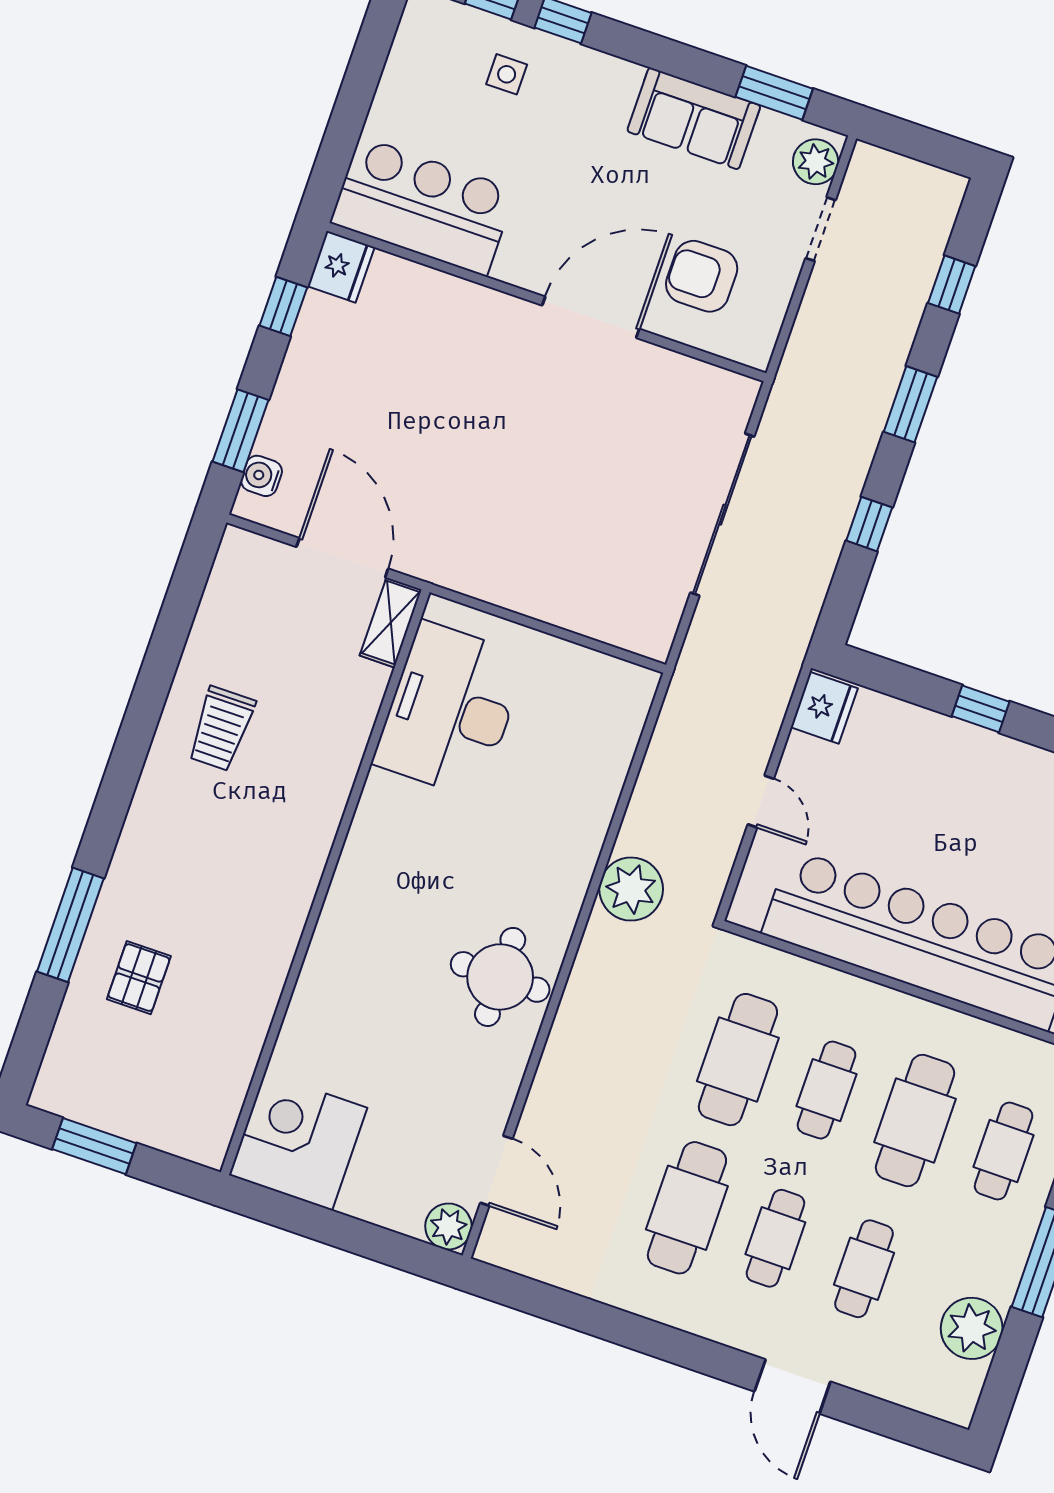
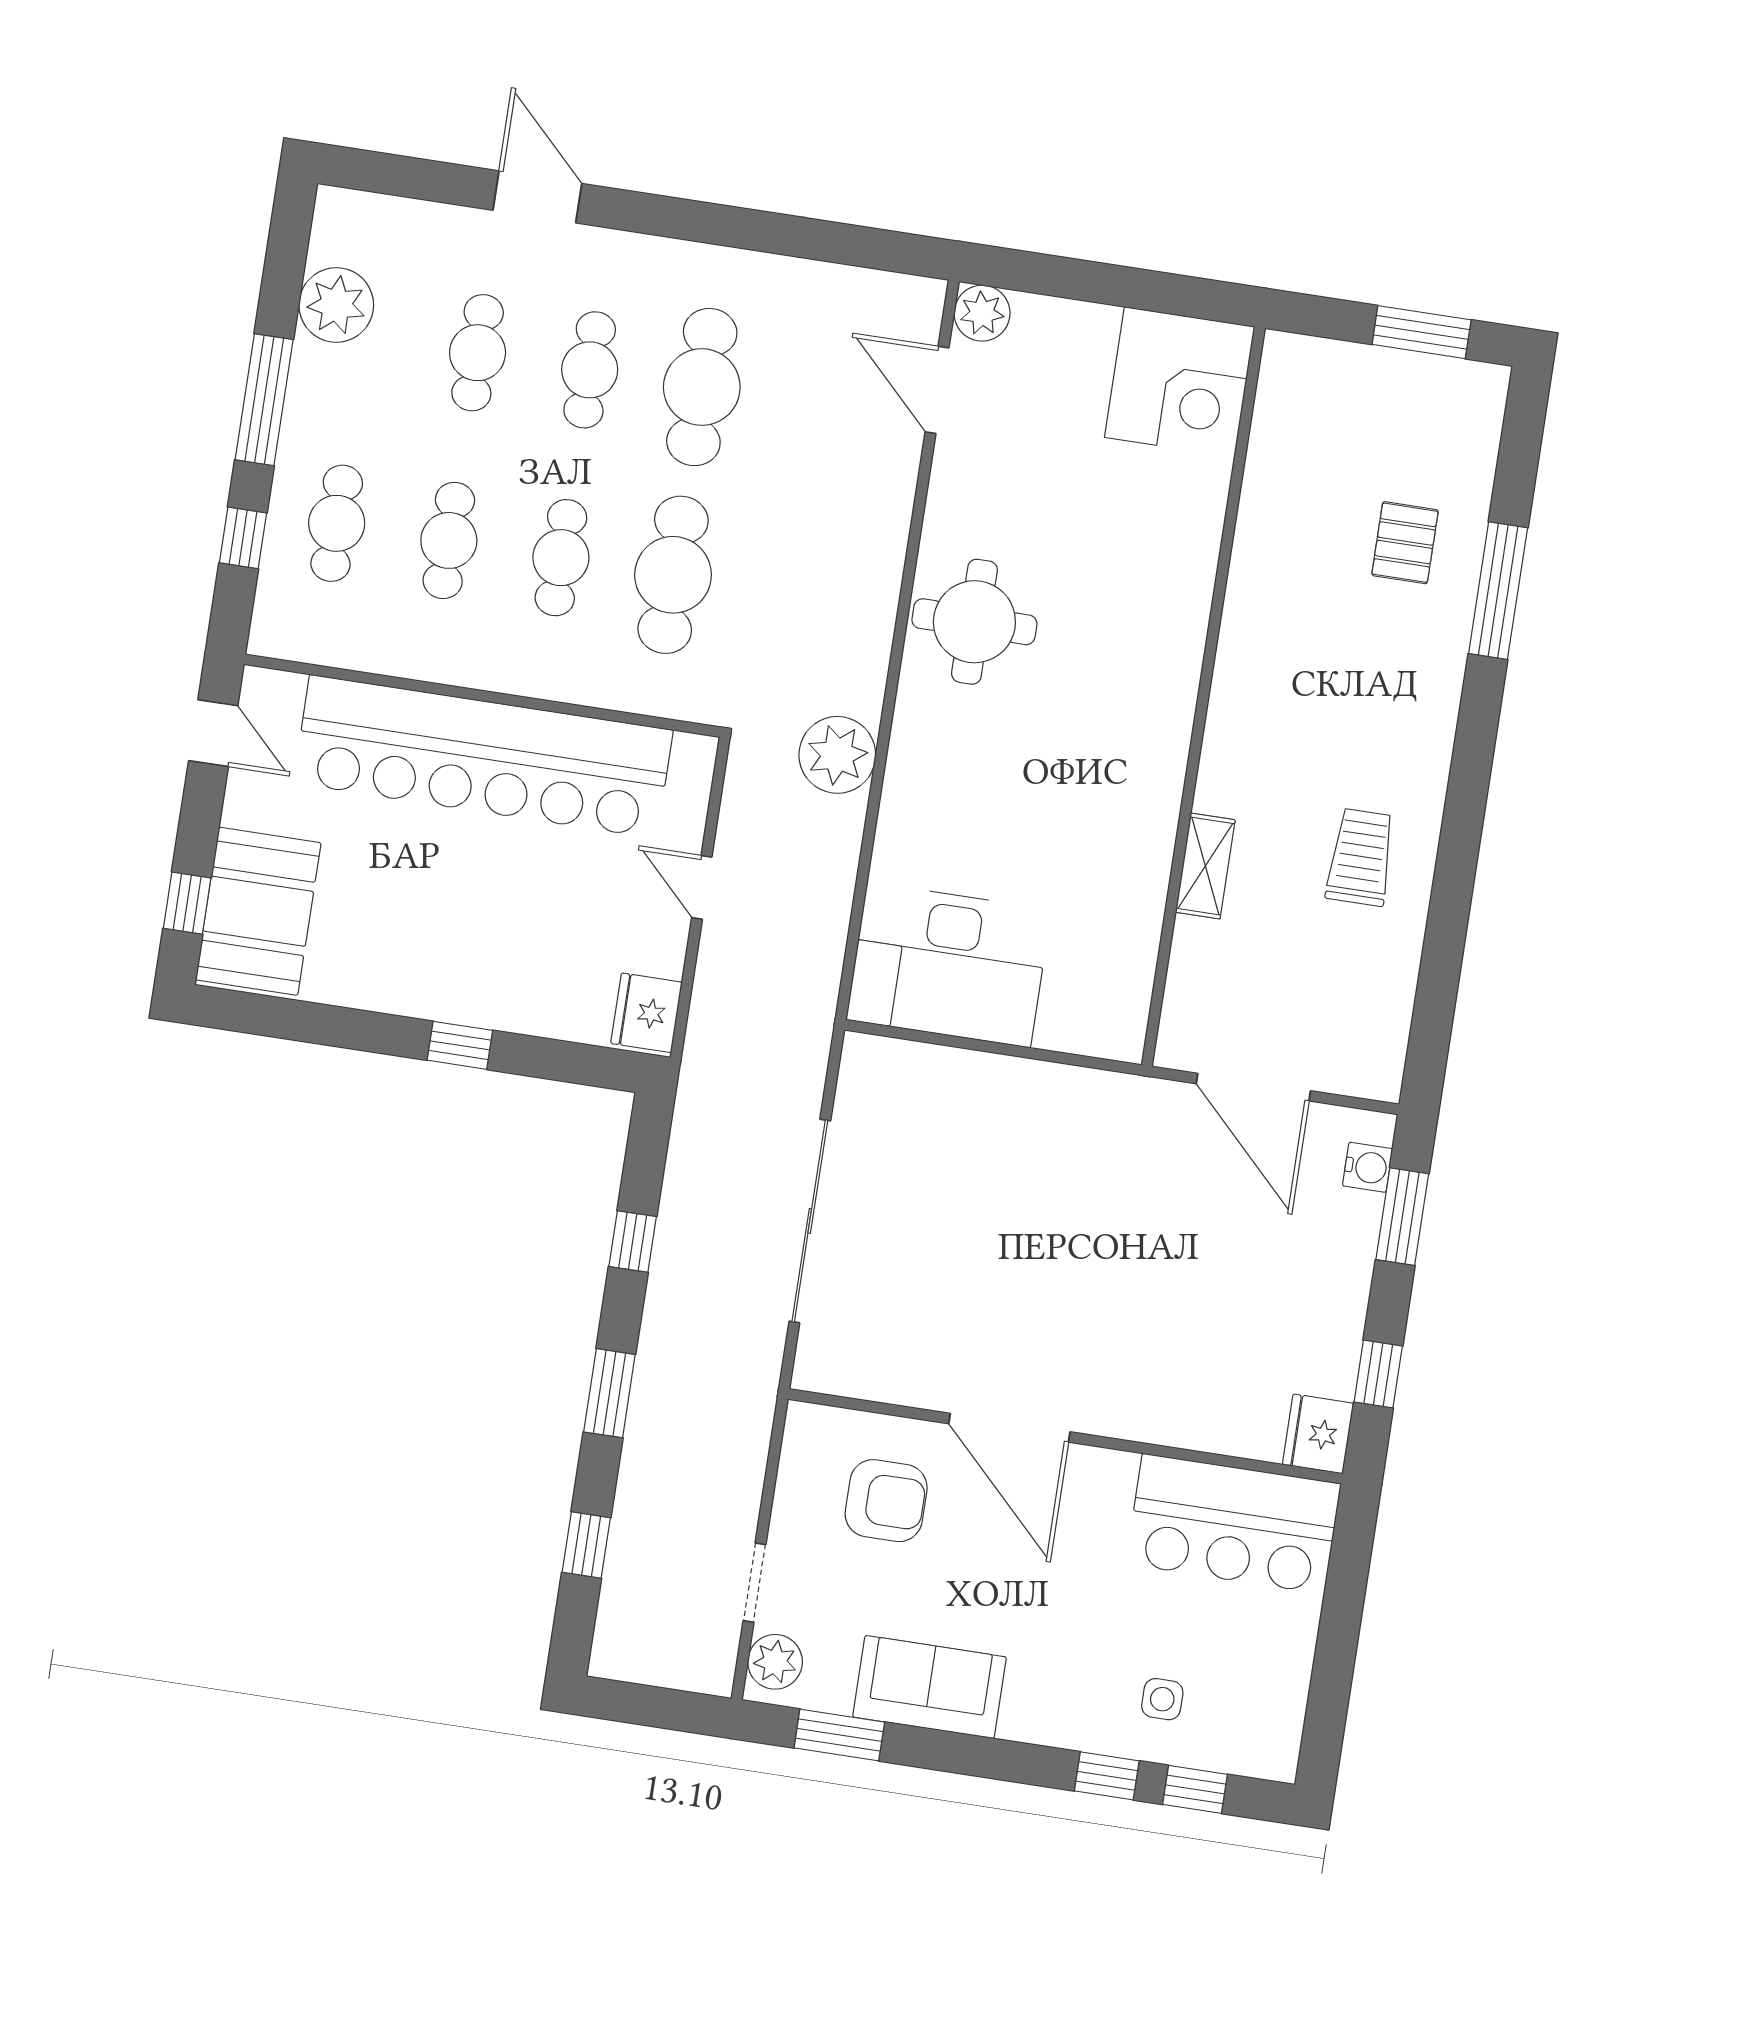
door: (591, 317) -> (1009, 1428), hinge flipped
shelving: (391, 623) -> (1205, 866), moved
desk: (450, 710) -> (949, 965), moved, turned 90
cafe table: (915, 1121) -> (449, 540), width x0.73, depth x0.74

